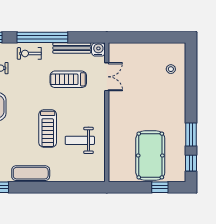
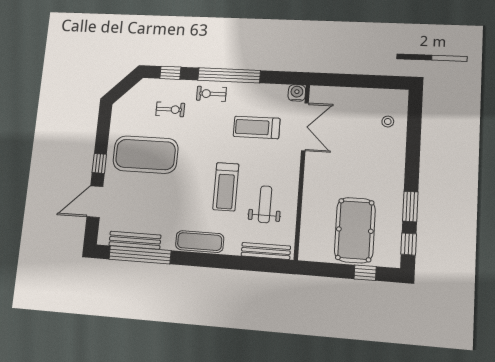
bench: (72, 48) -> (266, 251), moved
double door: (107, 77) -> (305, 127), width x1.37
weight bench: (80, 140) -> (265, 204), turned 90

